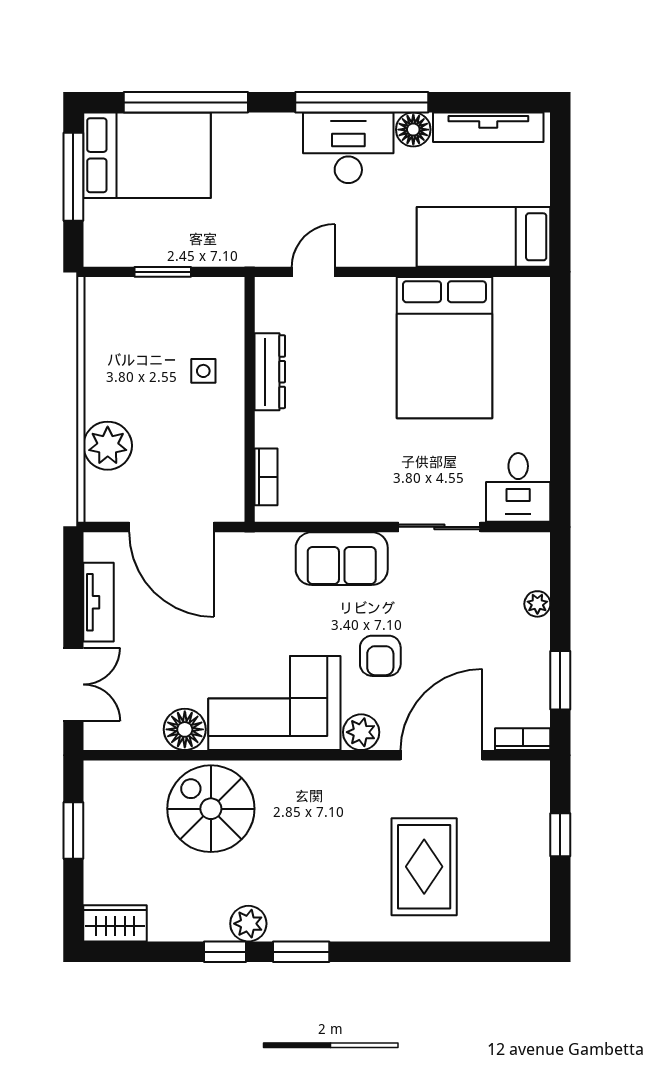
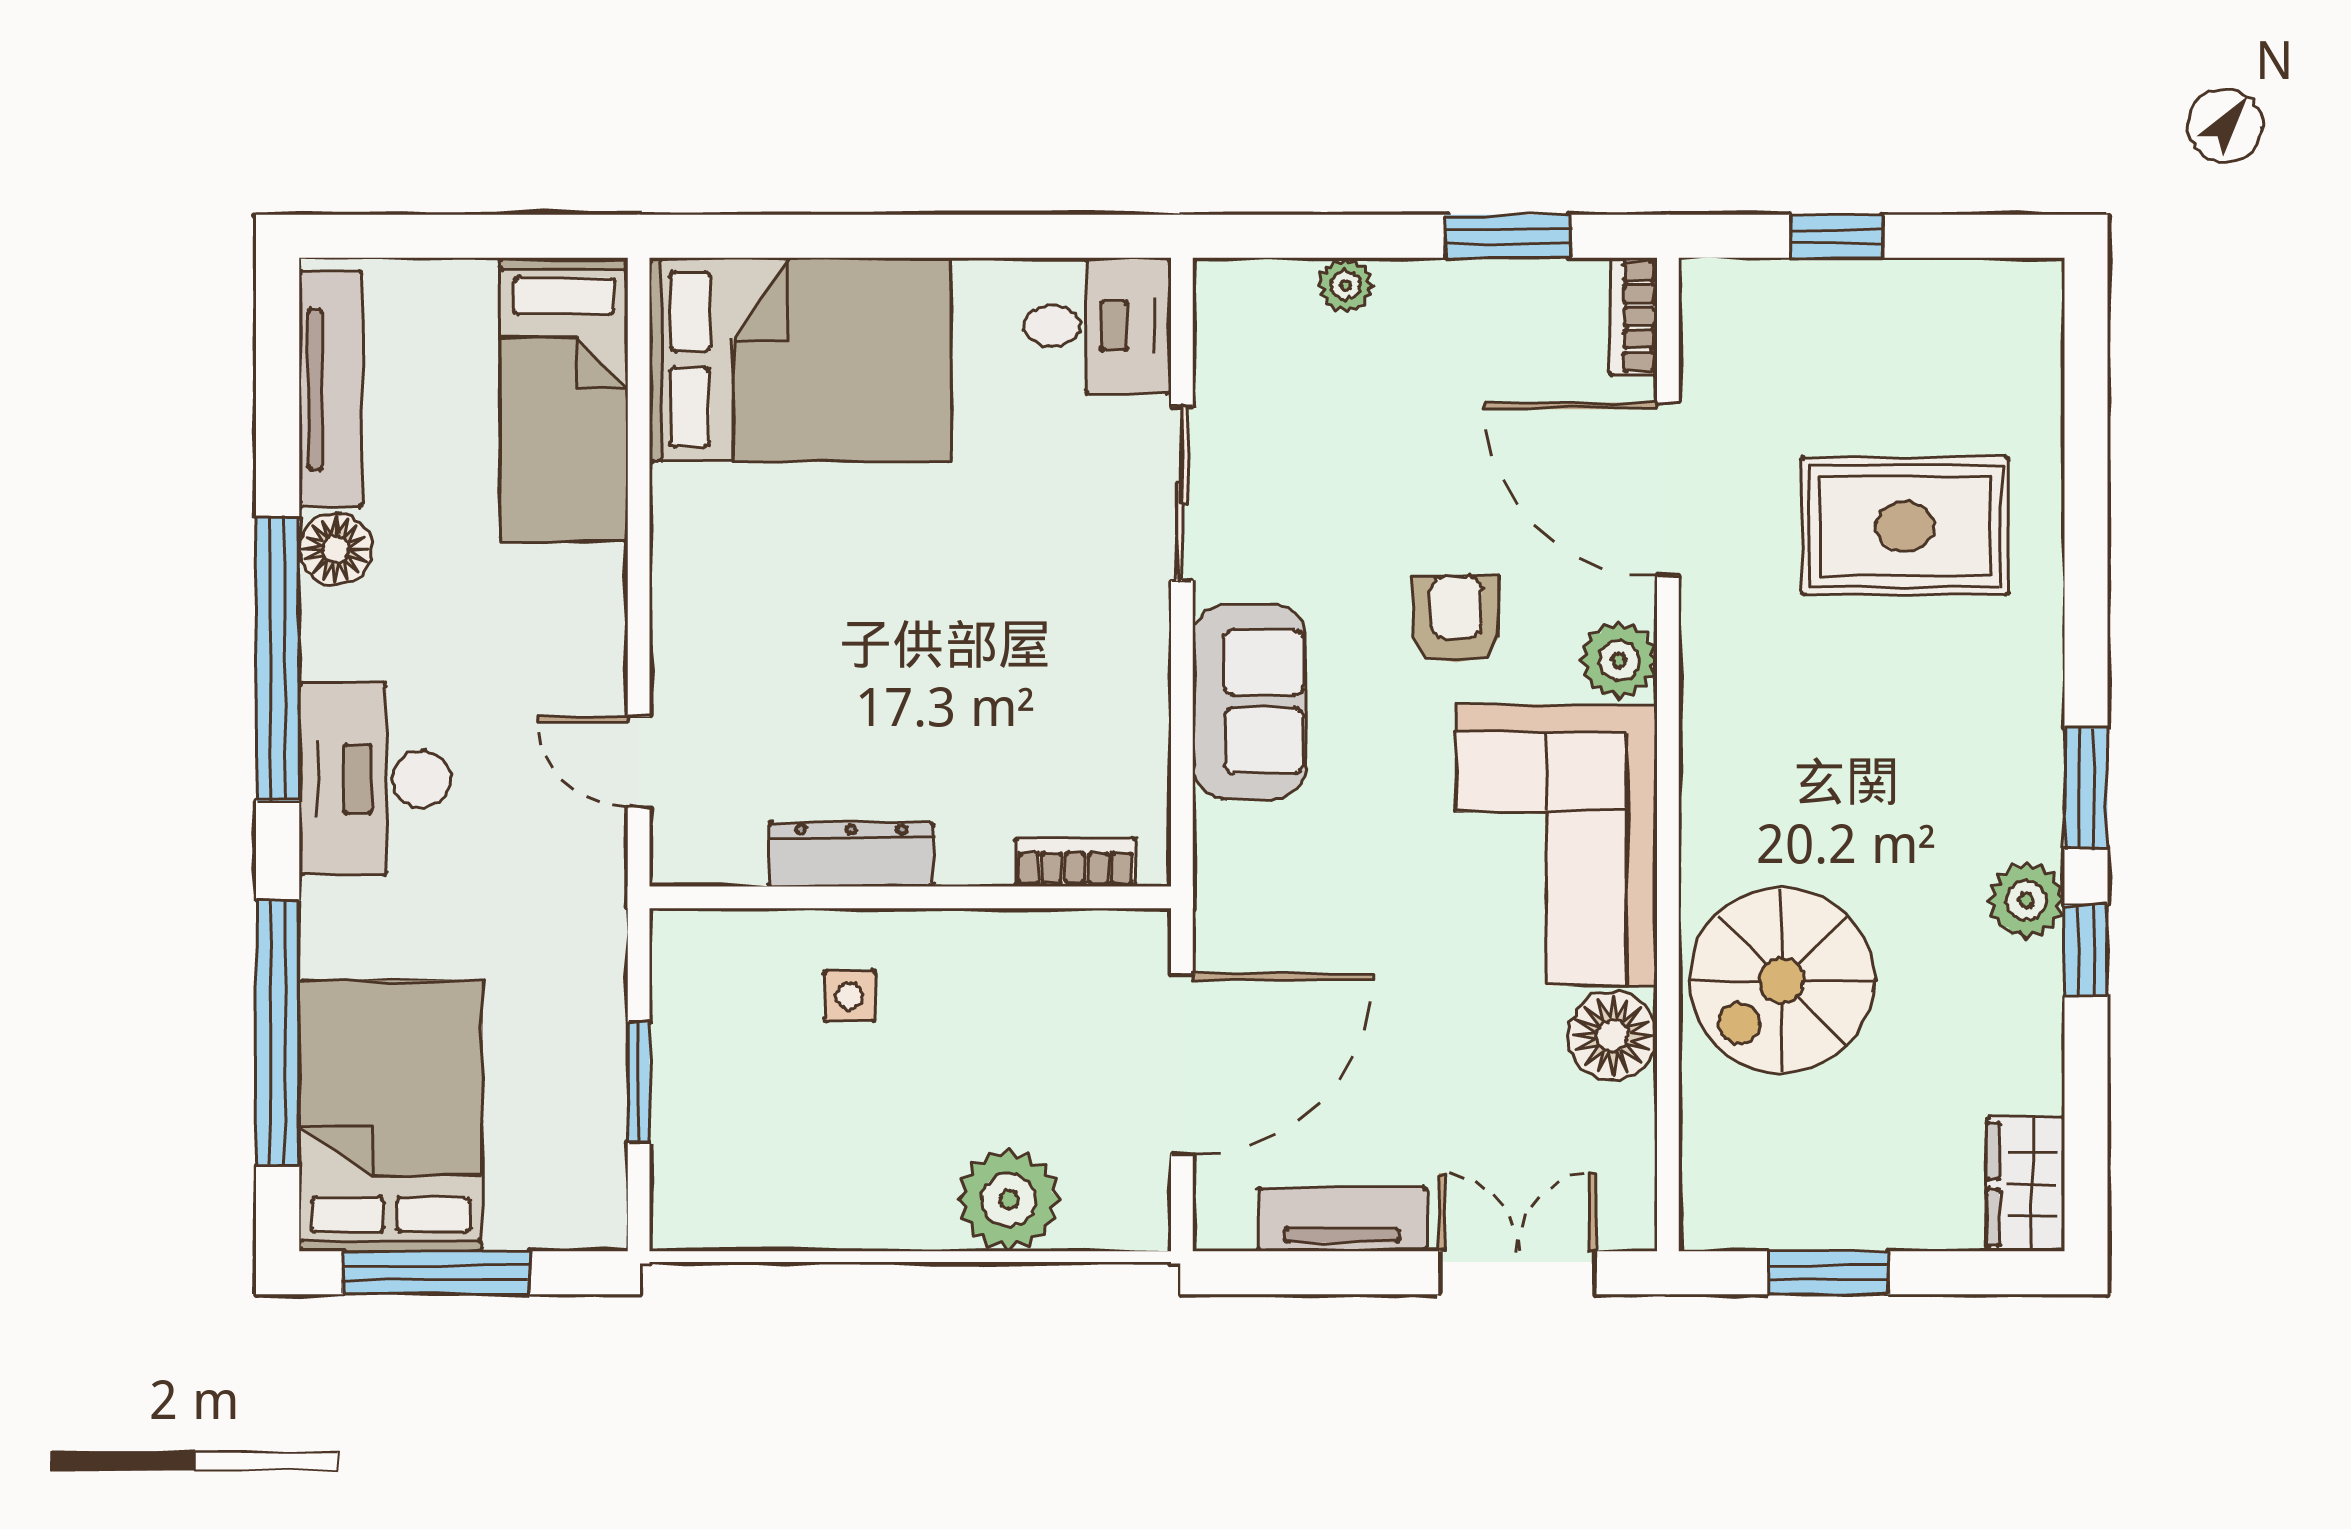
desk: (348, 148) -> (374, 779), moved
bed: (444, 348) -> (800, 359), moved
armchair: (380, 656) -> (1456, 619), turned -90

